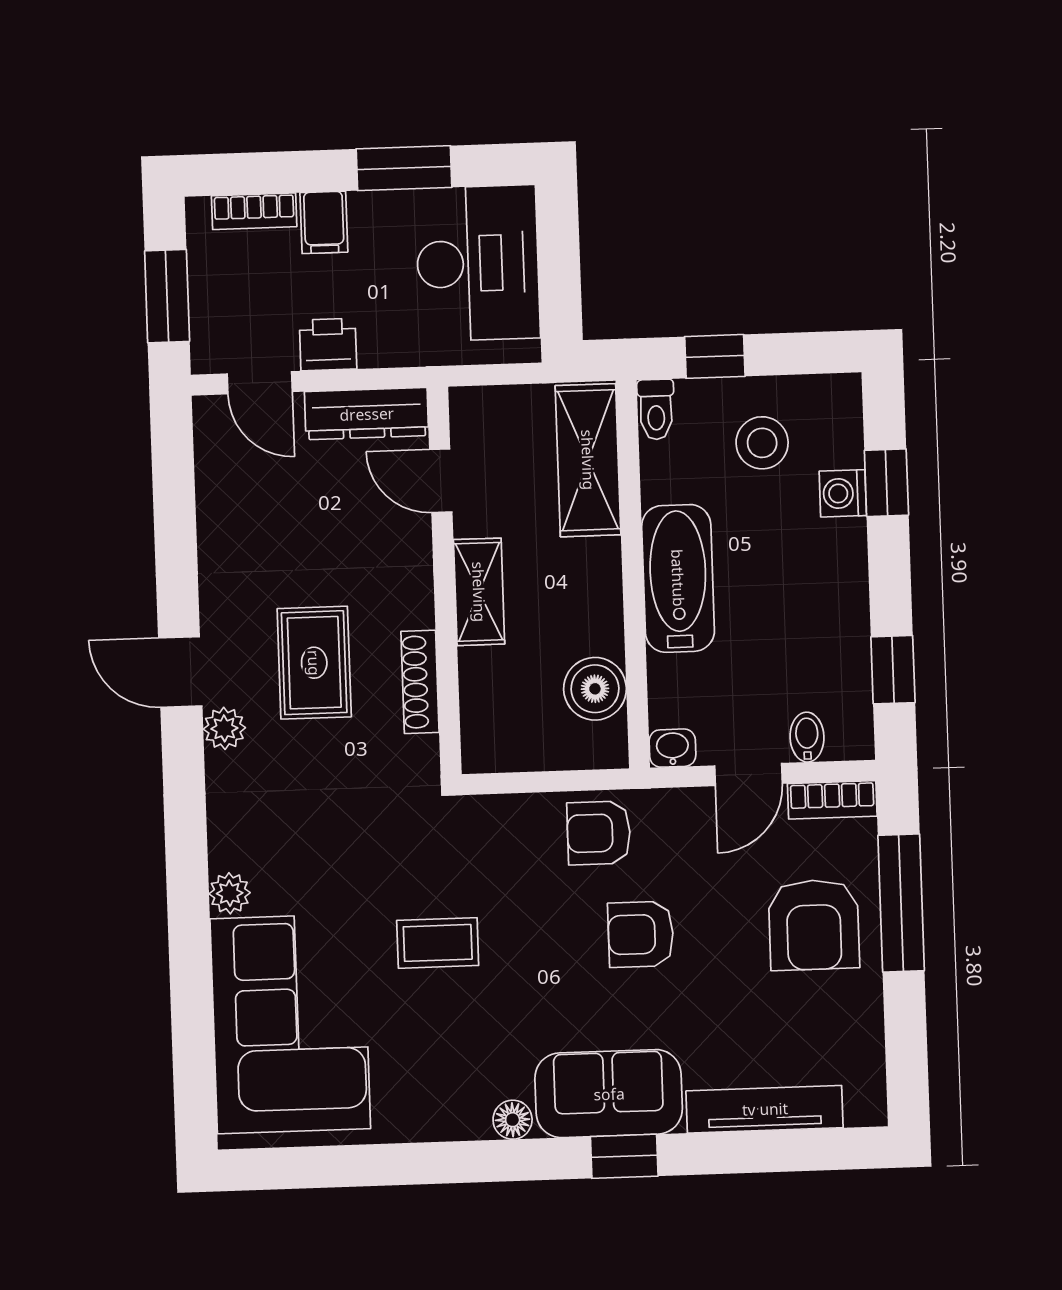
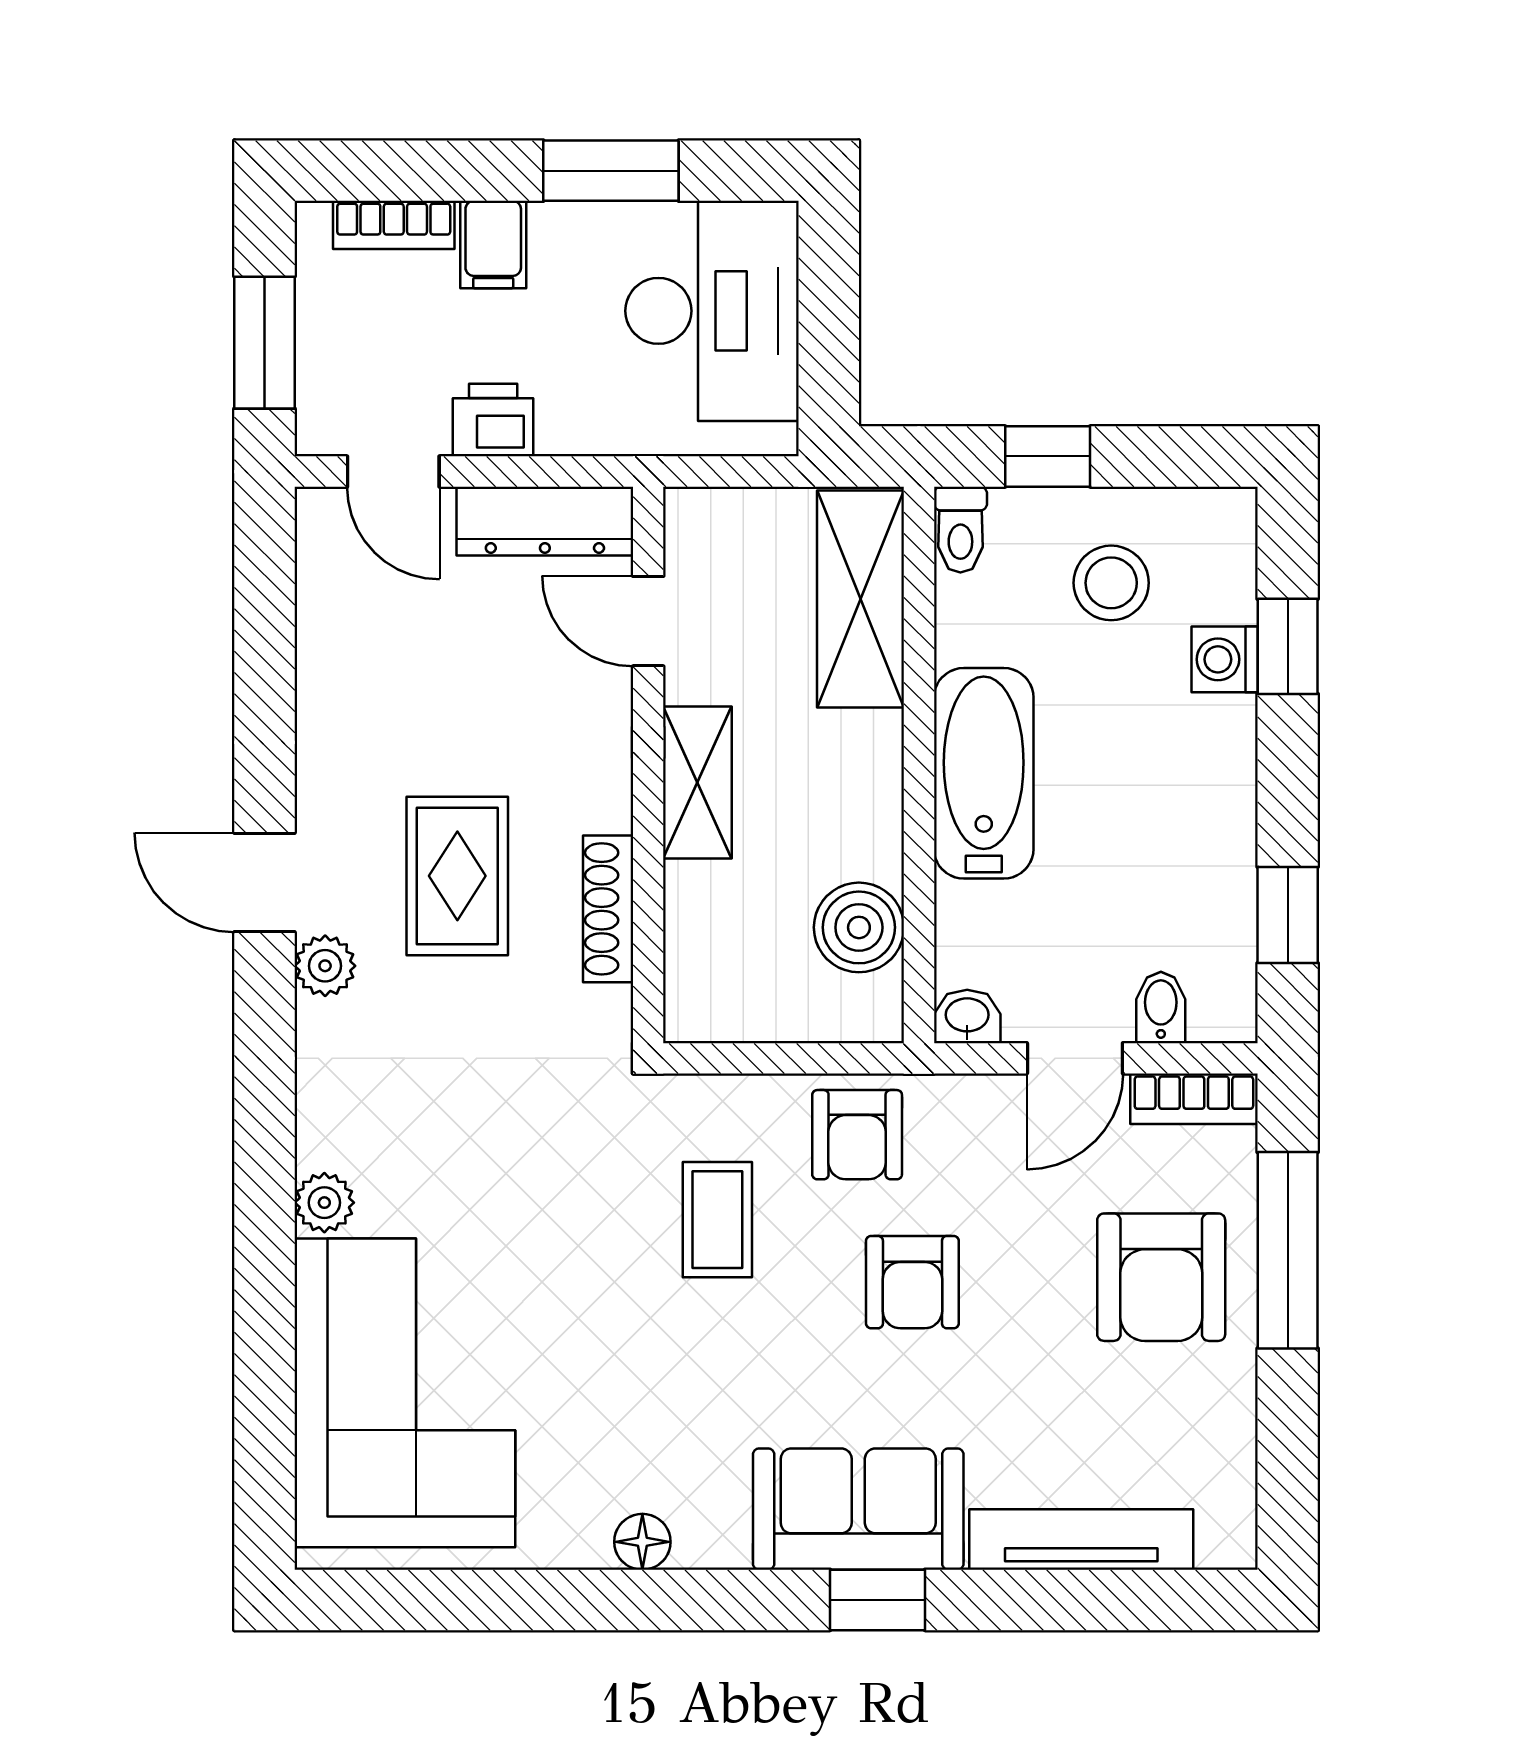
armchair: (599, 833) -> (857, 1135), turned -90
armchair: (641, 934) -> (912, 1282), turned -90
coffee table: (438, 943) -> (717, 1220), moved, turned 90
floor lamp: (513, 1120) -> (642, 1542), moved

